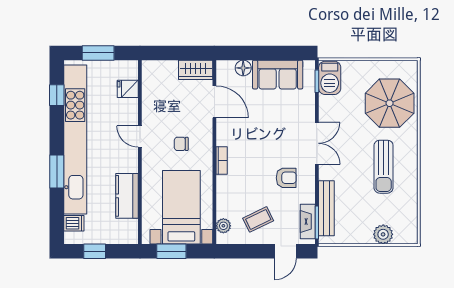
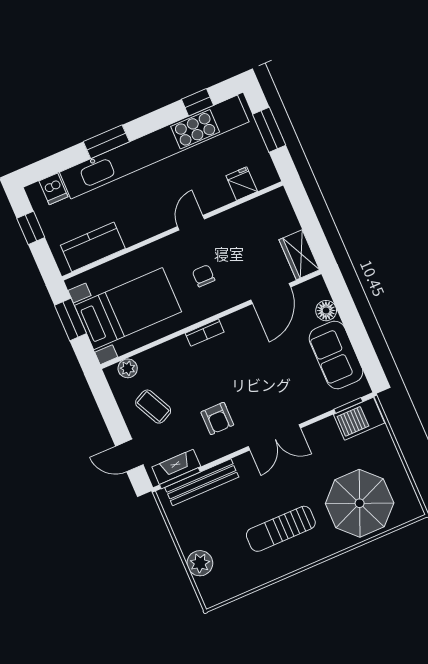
kitchen counter: (127, 196) -> (93, 247), moved

